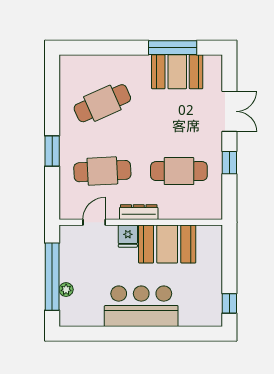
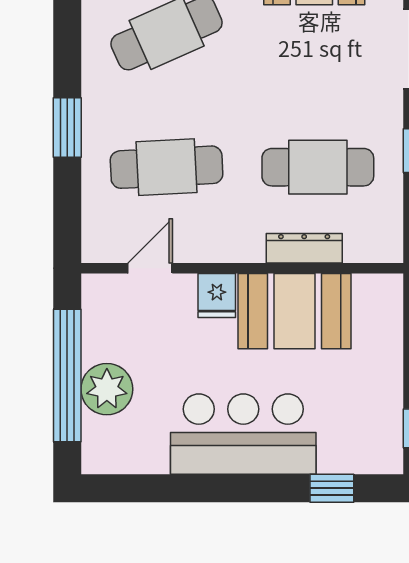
dresser: (139, 212) -> (304, 248), moved
plant: (66, 290) -> (107, 389), width x1.87, depth x1.87
window: (186, 334) -> (332, 488), added

